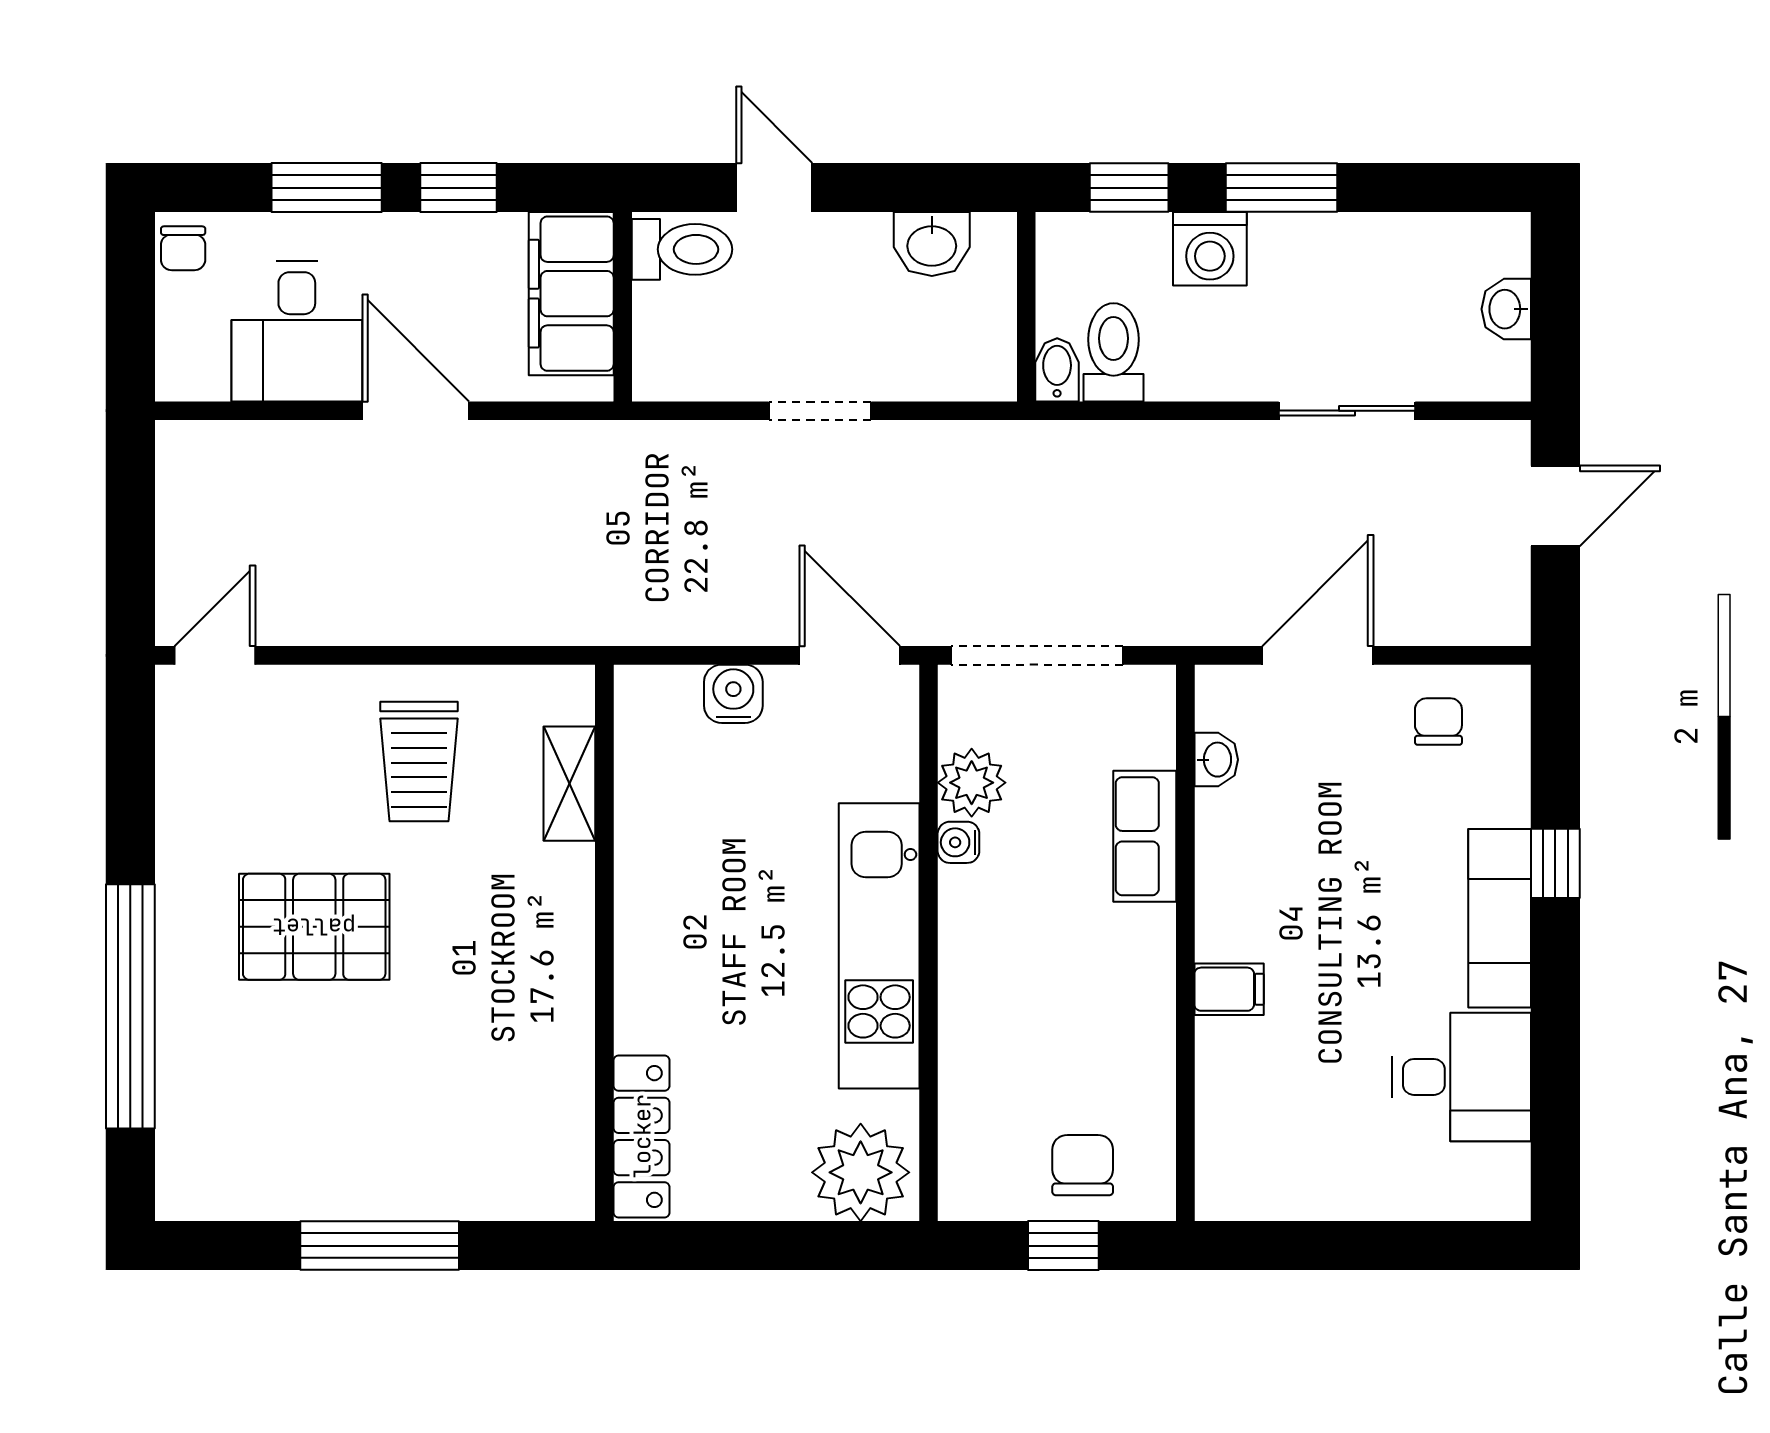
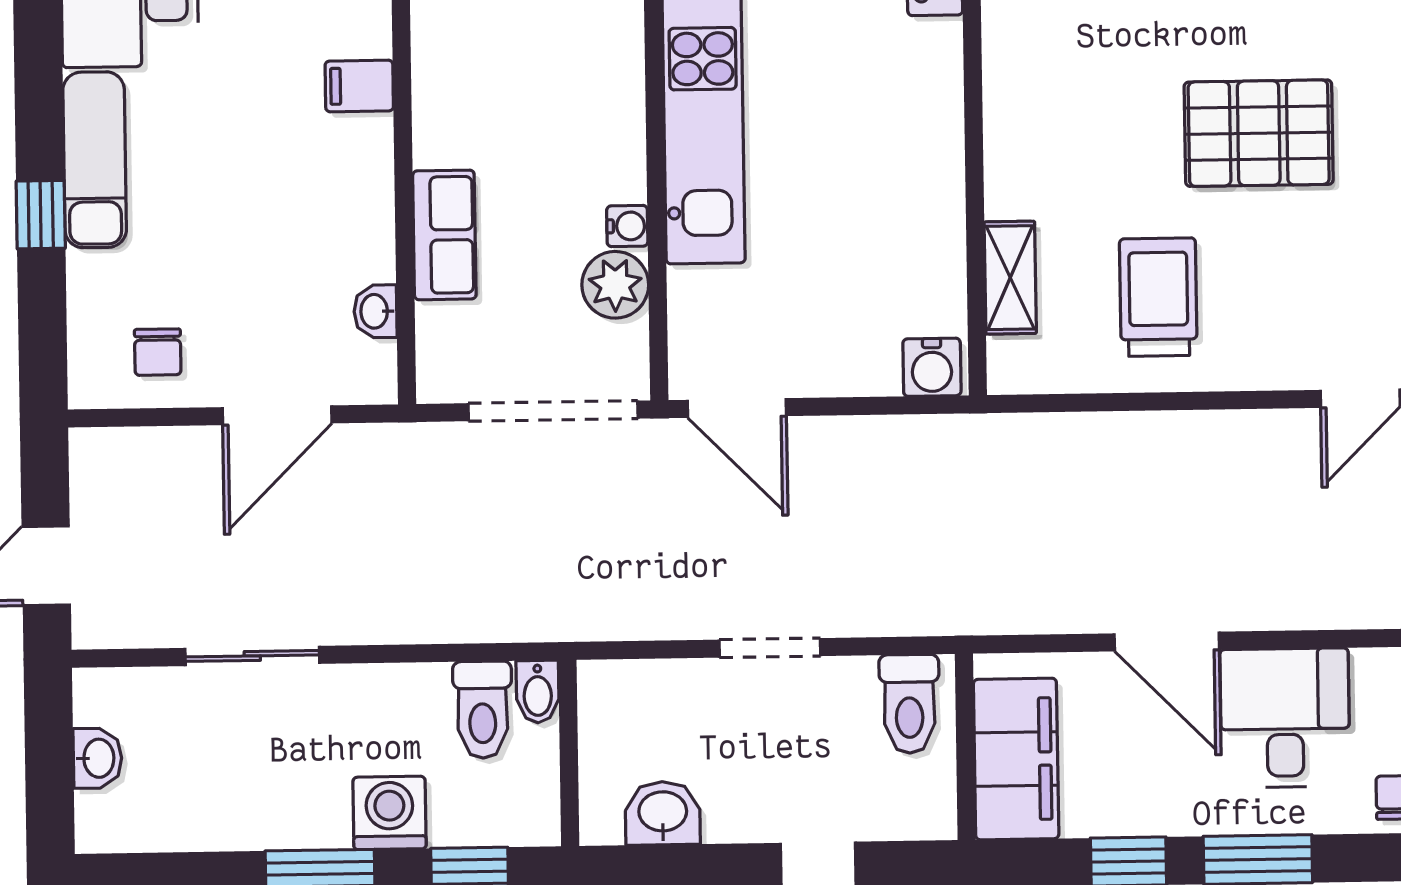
toilet: (682, 249) -> (909, 704), moved, turned -90
water cooler: (733, 694) -> (932, 367), moved

